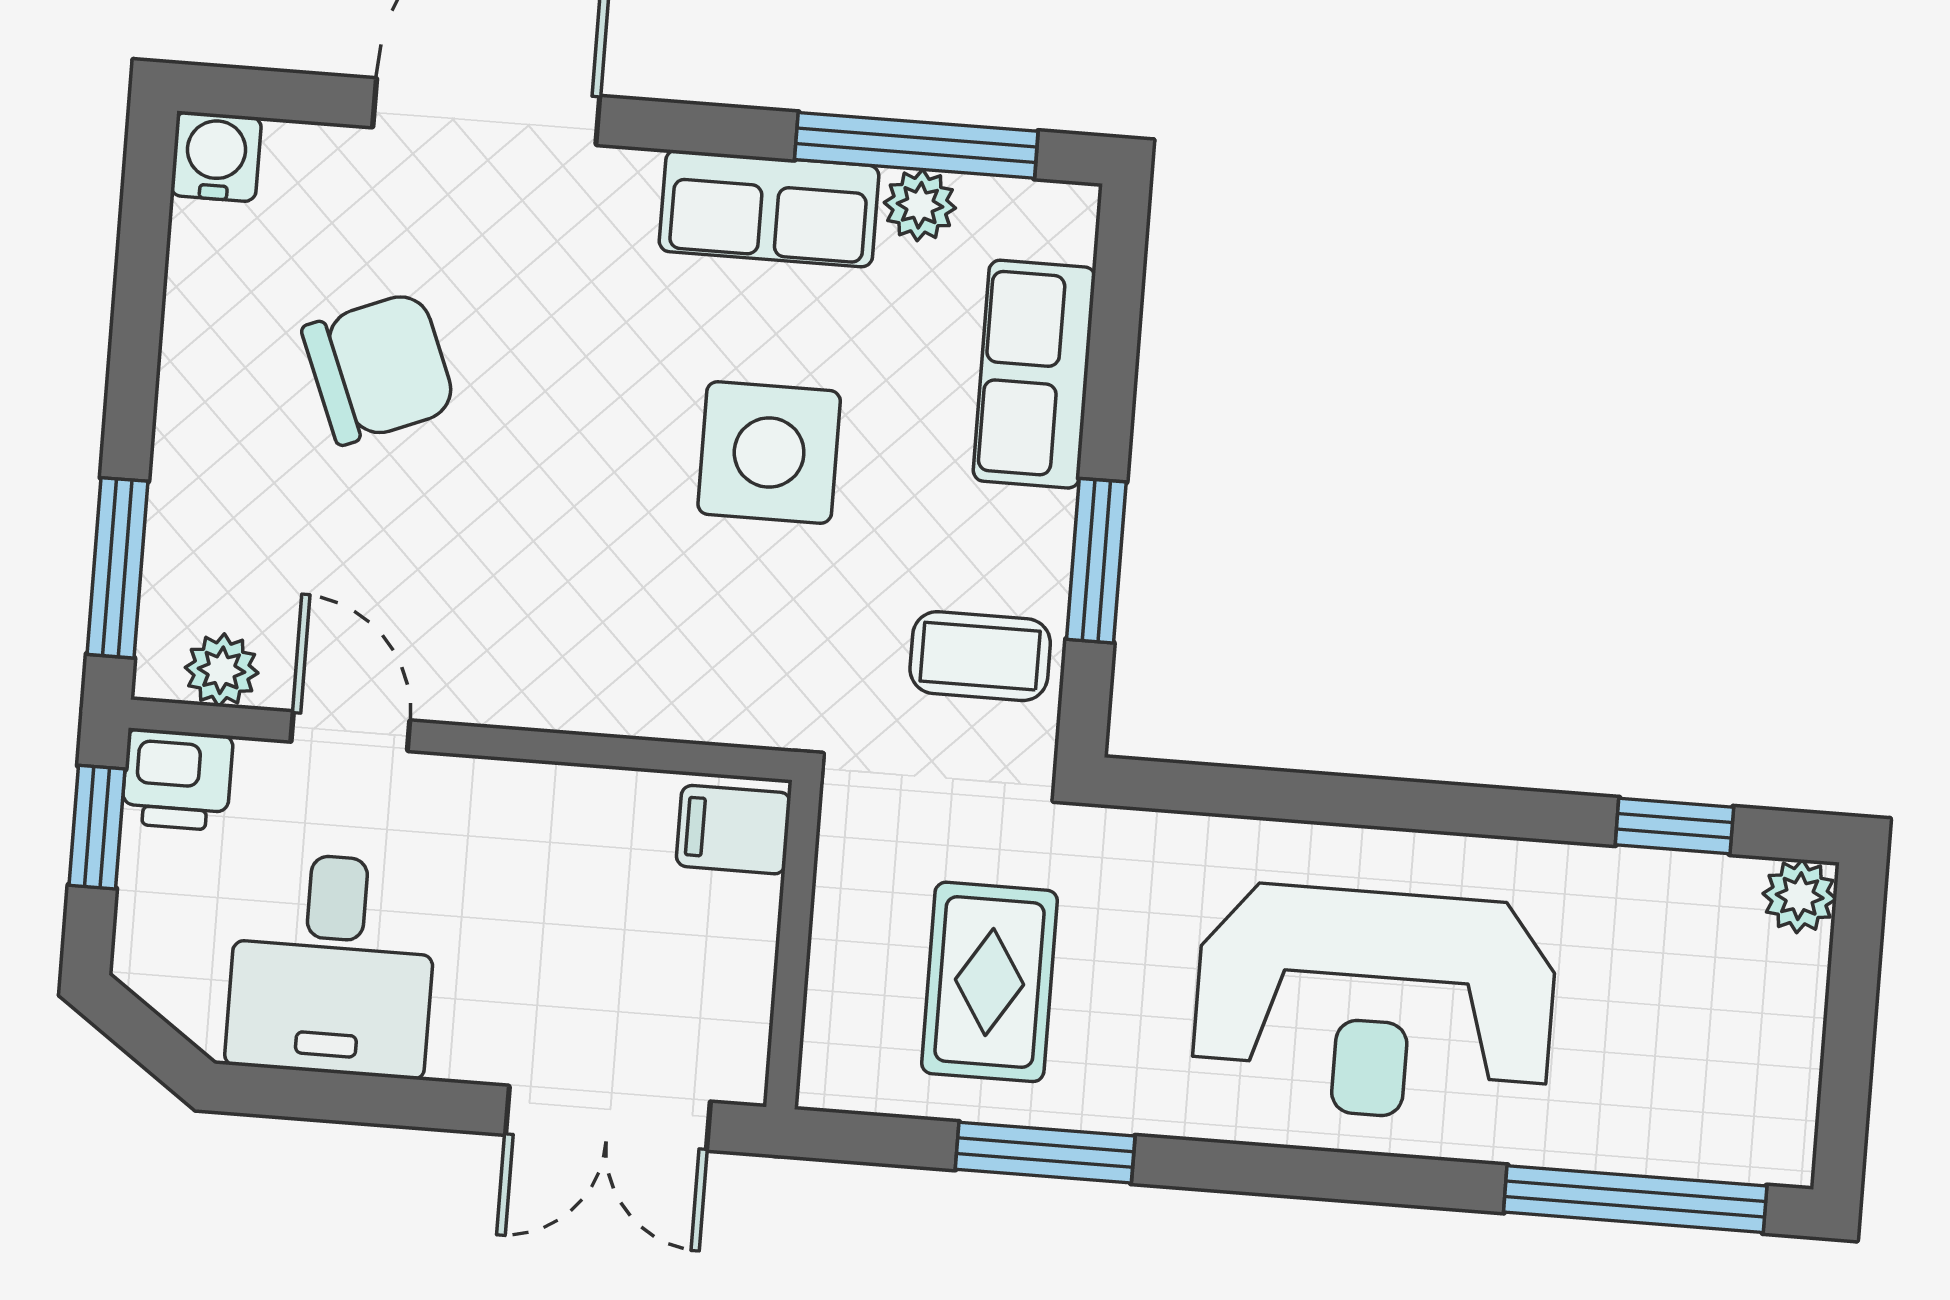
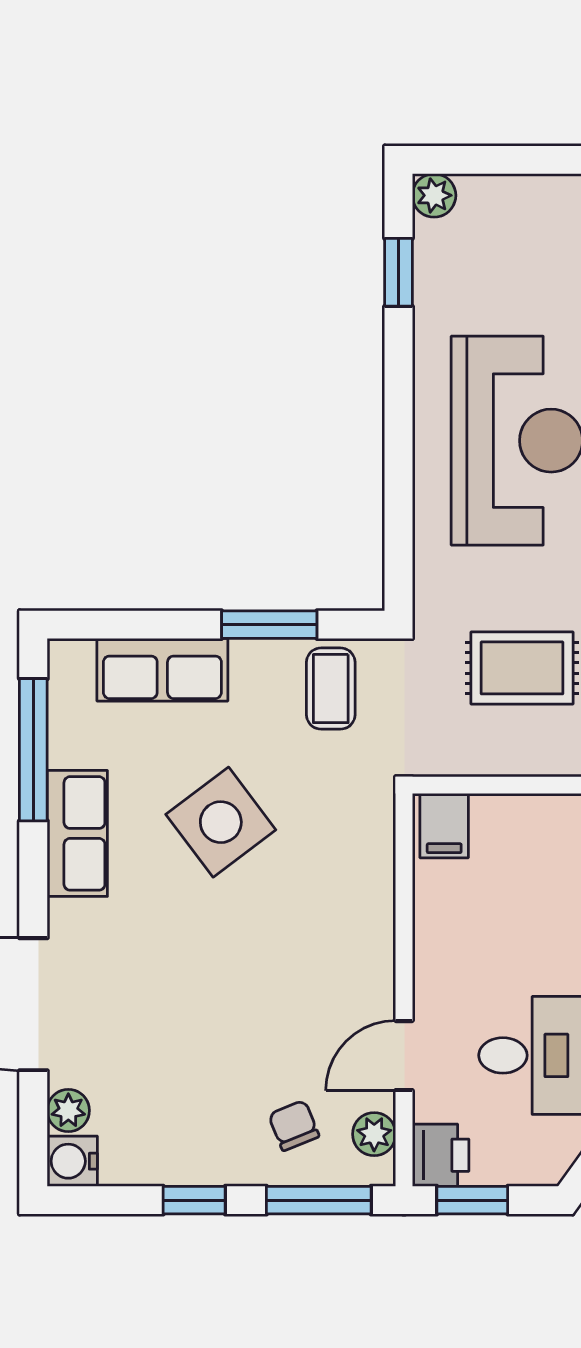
plant: (920, 205) -> (68, 1110), moved
window: (134, 357) -> (194, 1200), added
chair: (379, 368) -> (294, 1125), moved, width x0.54, depth x0.54
side table: (769, 453) -> (221, 822), turned -37

